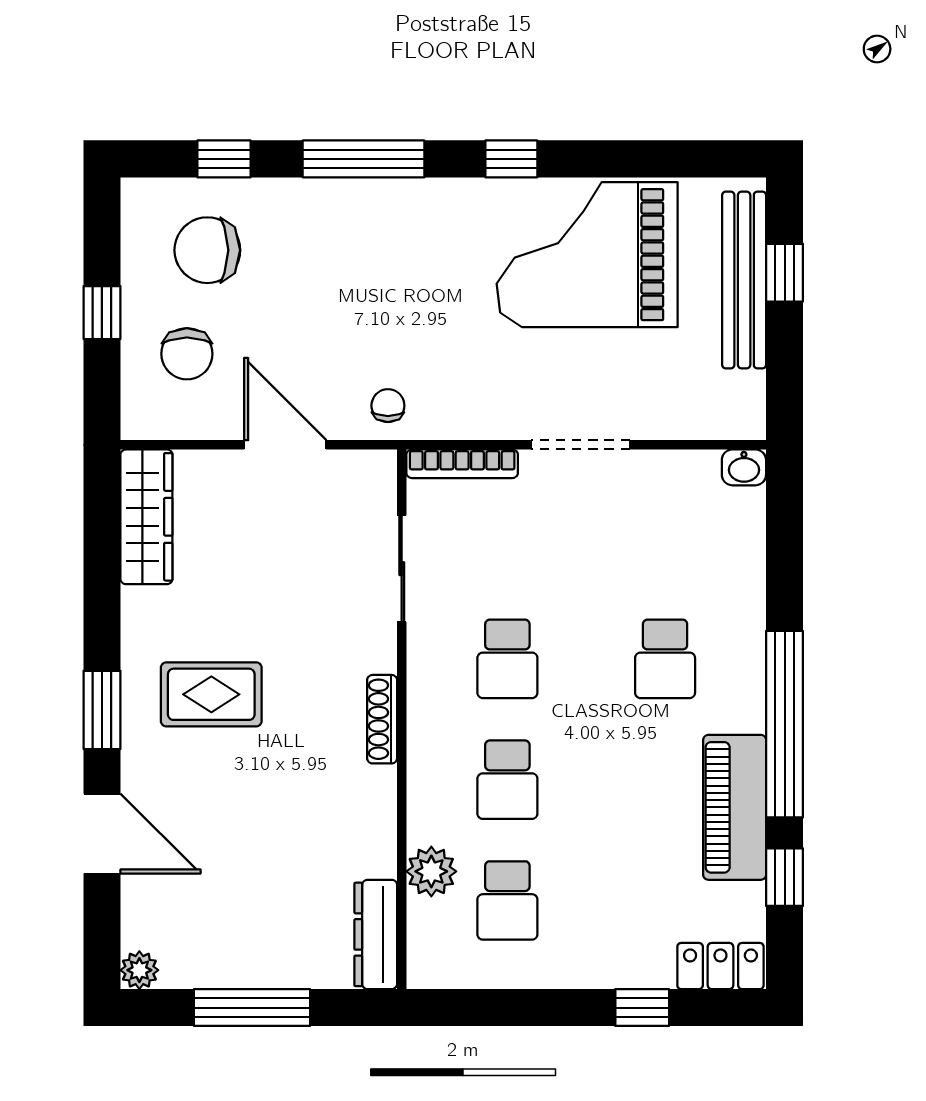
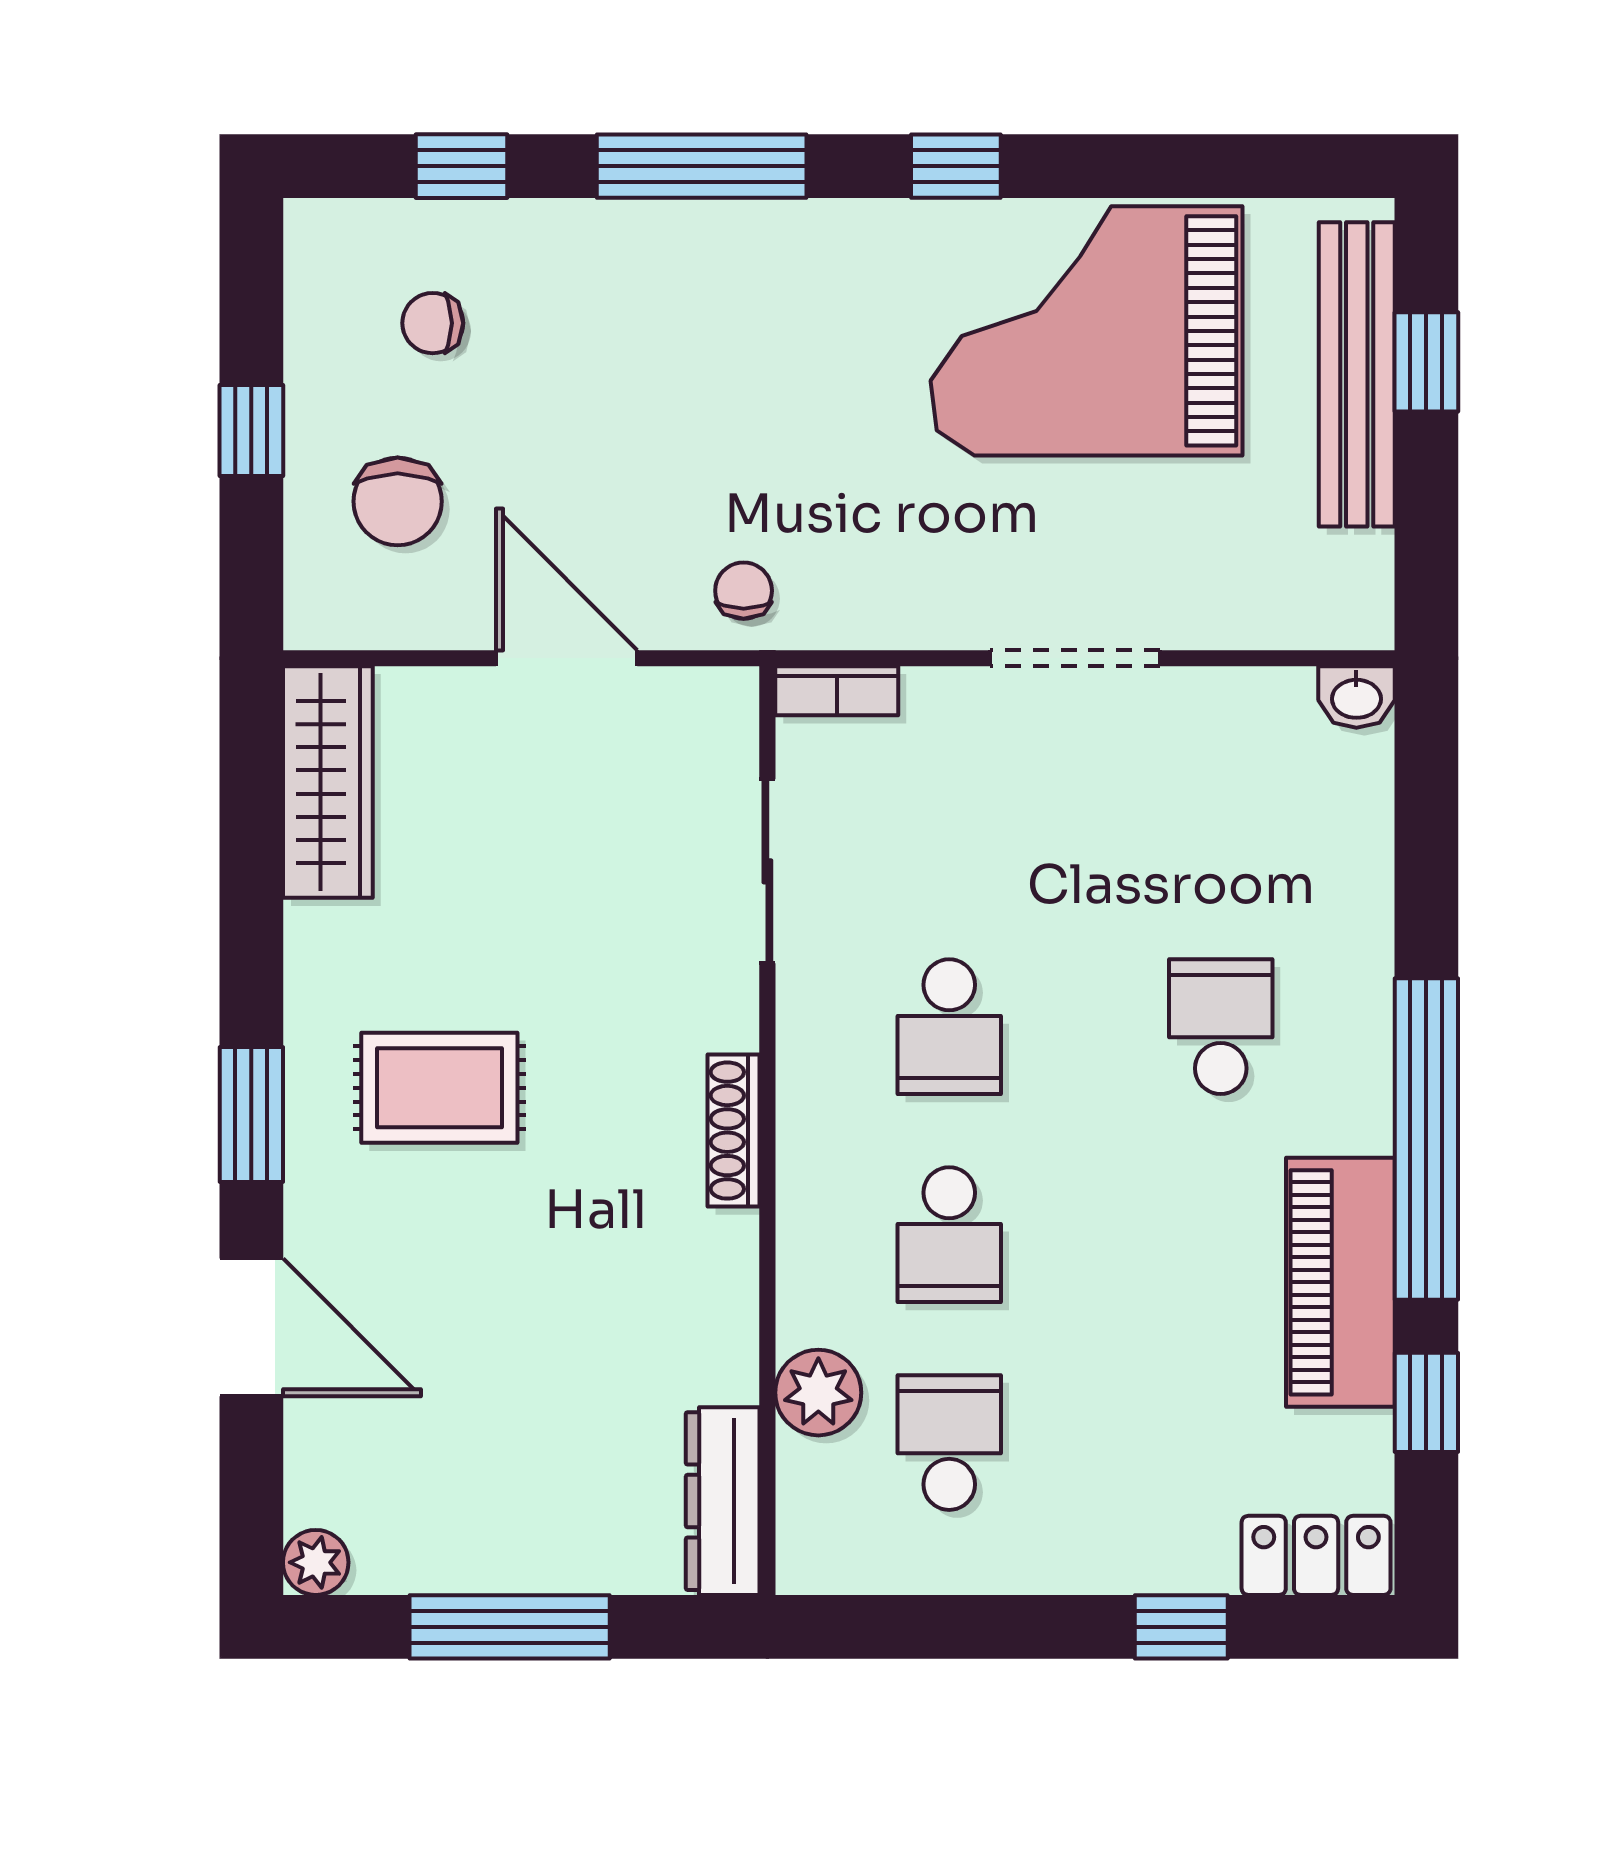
chair: (207, 250) -> (433, 323), width x0.54, depth x0.54
bookcase: (462, 464) -> (837, 691), width x0.64
school desk: (665, 659) -> (1221, 1027), turned 180
school desk: (507, 900) -> (949, 1443), turned 180

